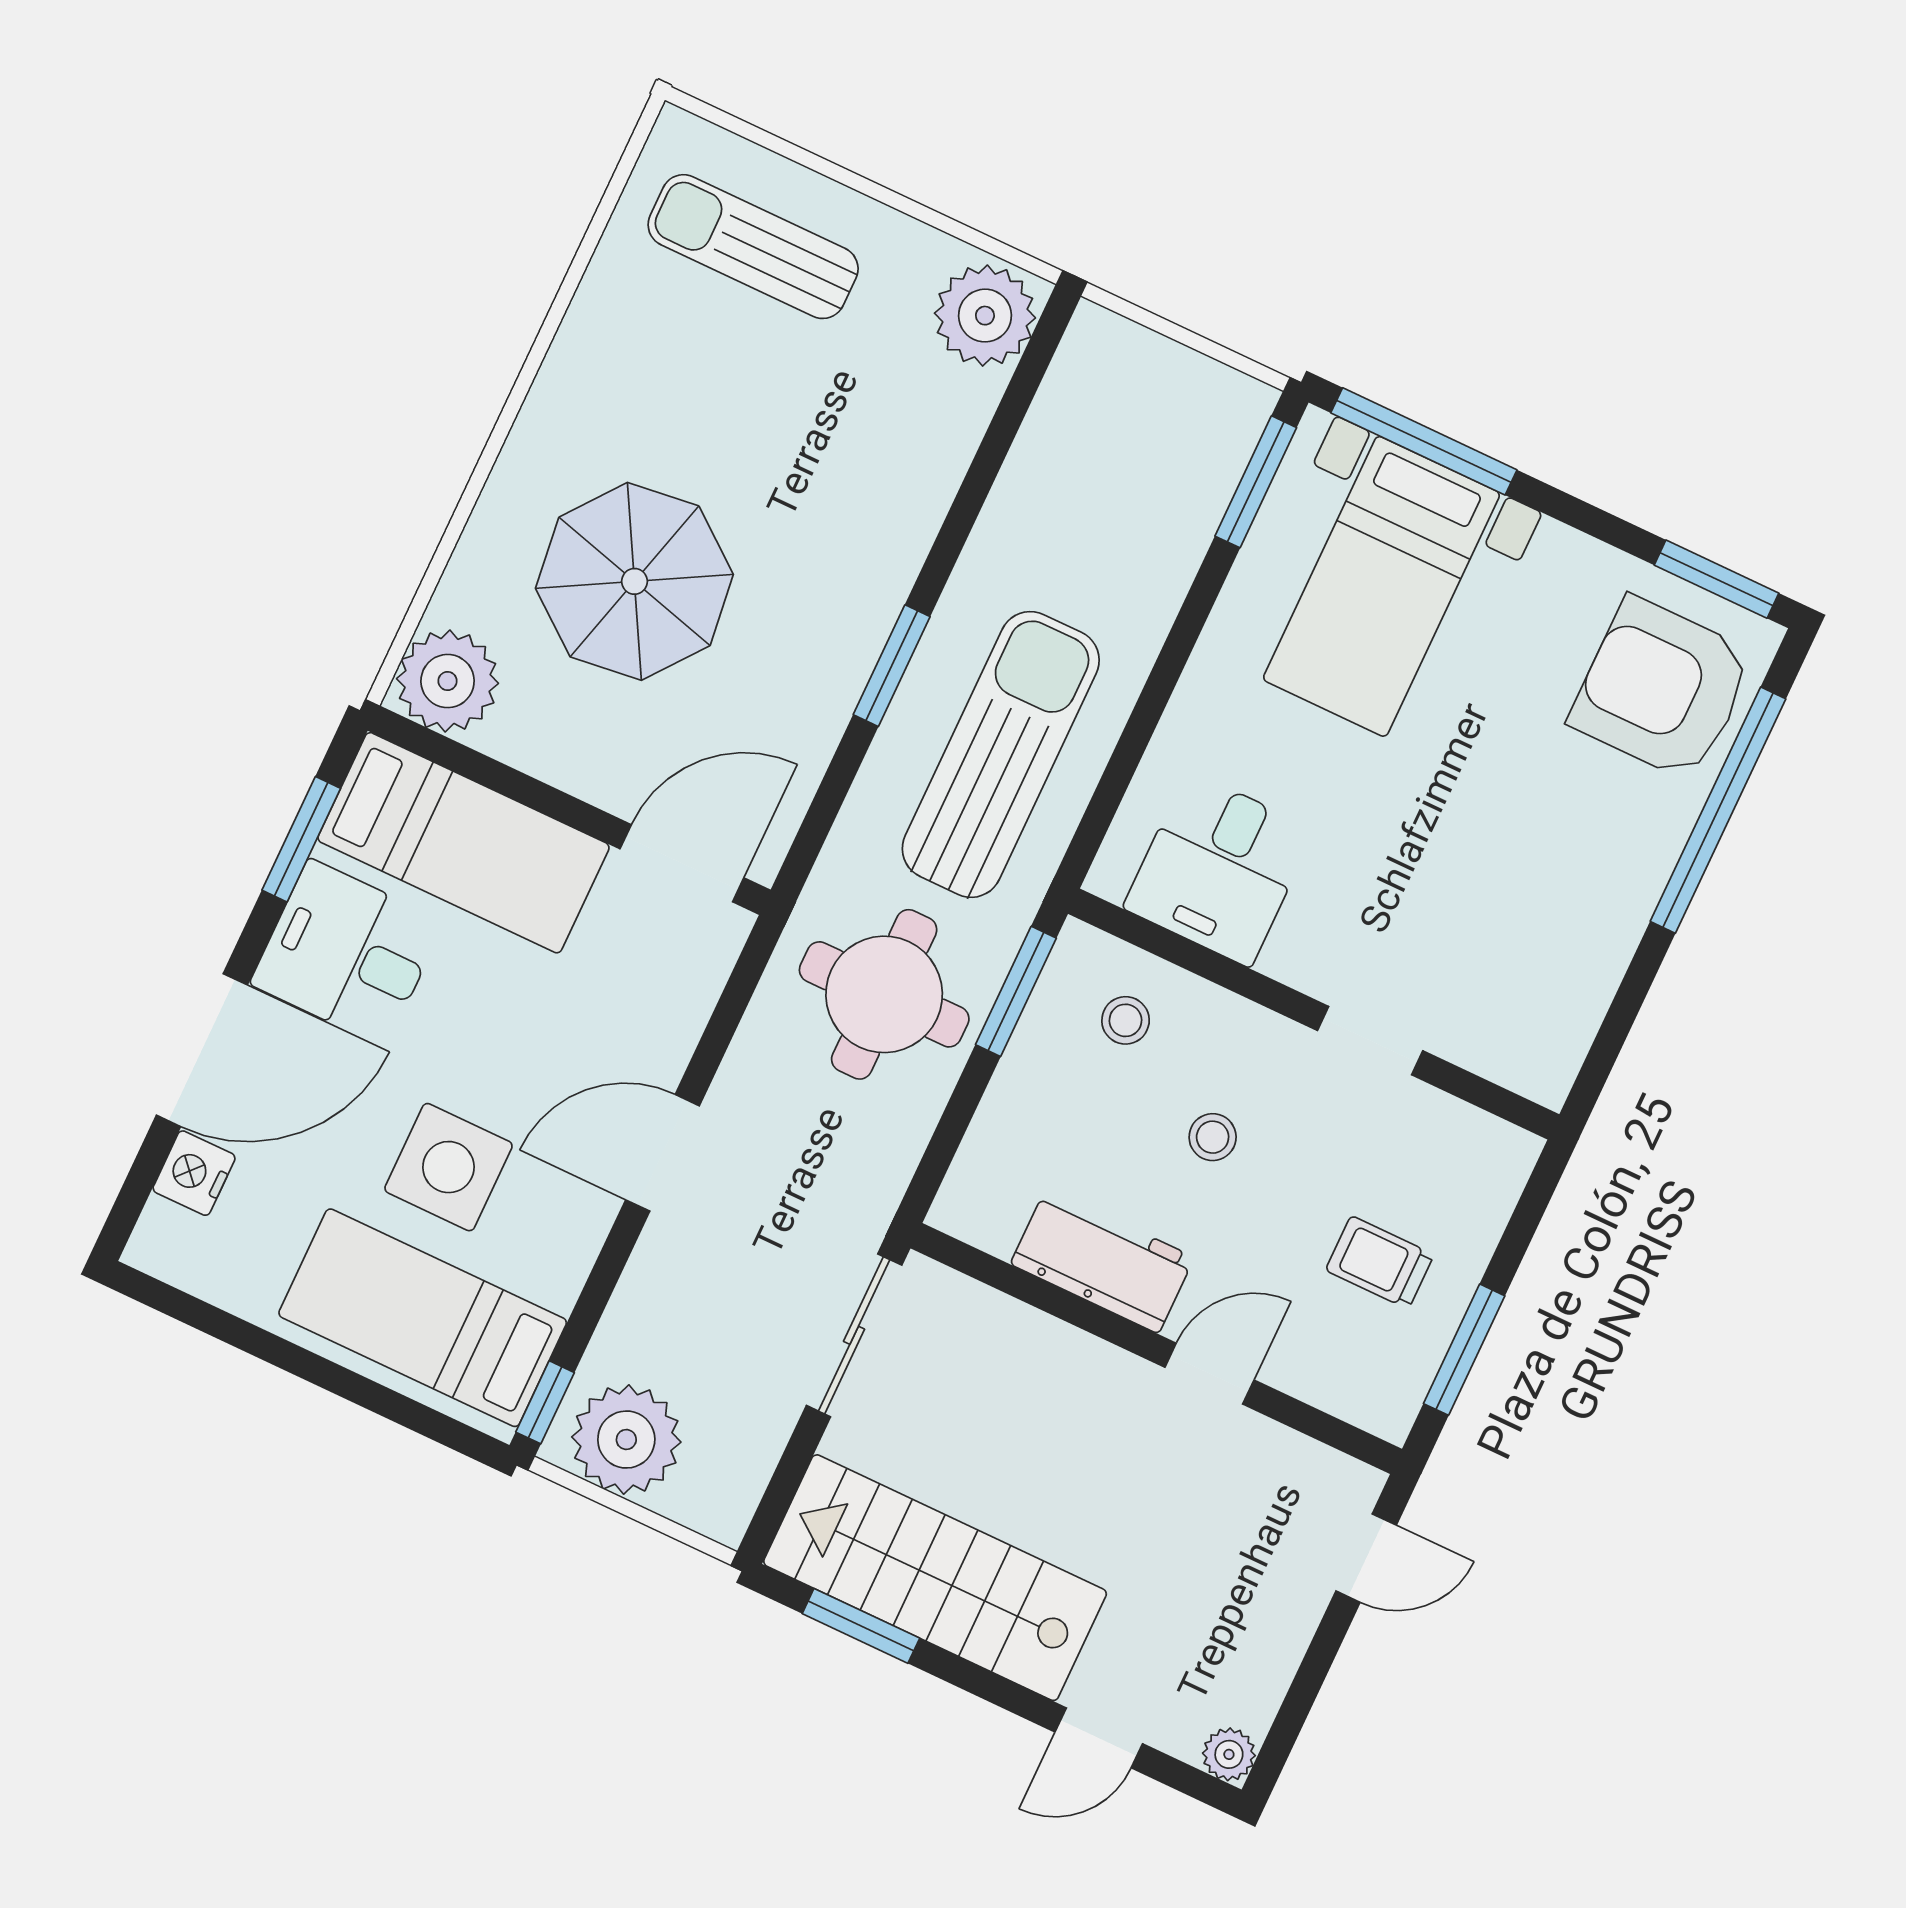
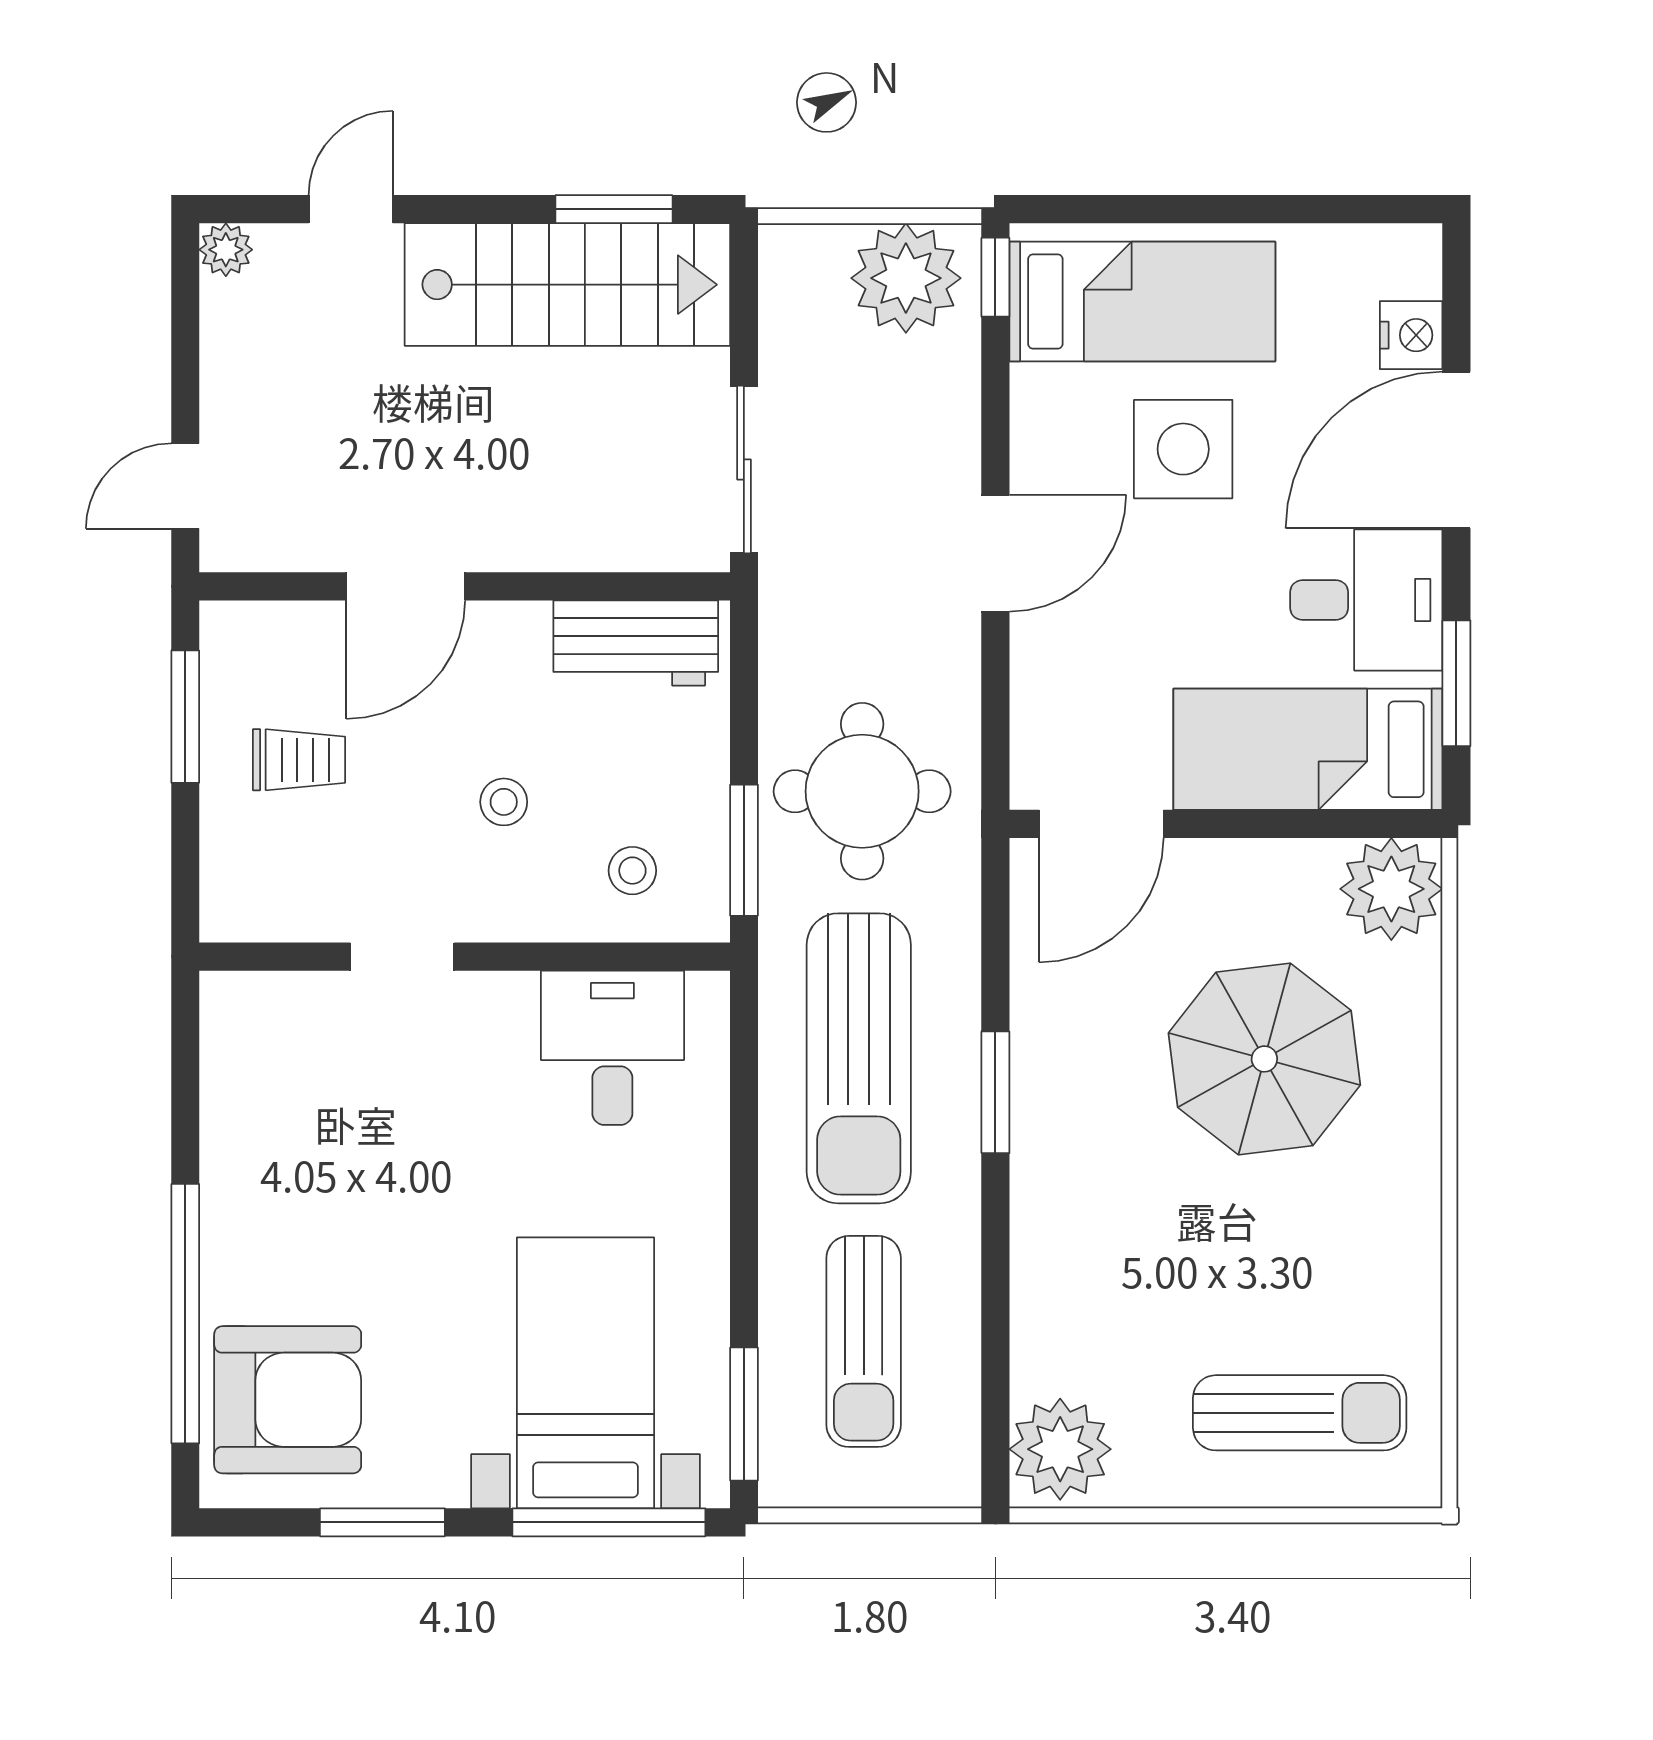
sun lounger: (1117, 497) -> (864, 1341), added
window: (1716, 579) -> (382, 1522), moved
workbench: (1102, 1261) -> (636, 643), moved
door: (1209, 1374) -> (406, 586), width x1.38

